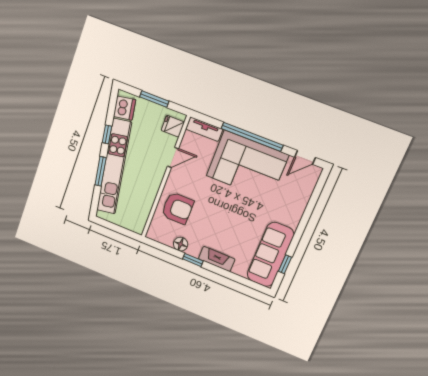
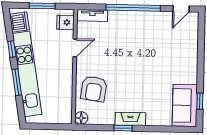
corner sofa: (247, 165) -> (138, 32), removed
armchair: (177, 208) -> (94, 89), turned 98
floor lamp: (181, 244) -> (81, 118), moved
sofa: (270, 255) -> (185, 105), width x0.73
fireplace: (217, 259) -> (130, 119), moved

